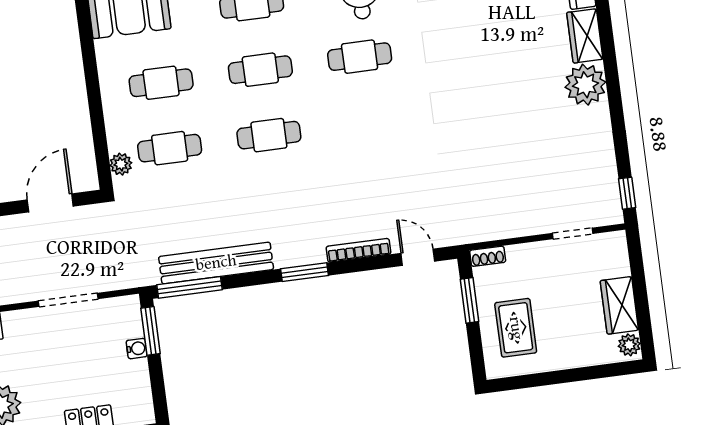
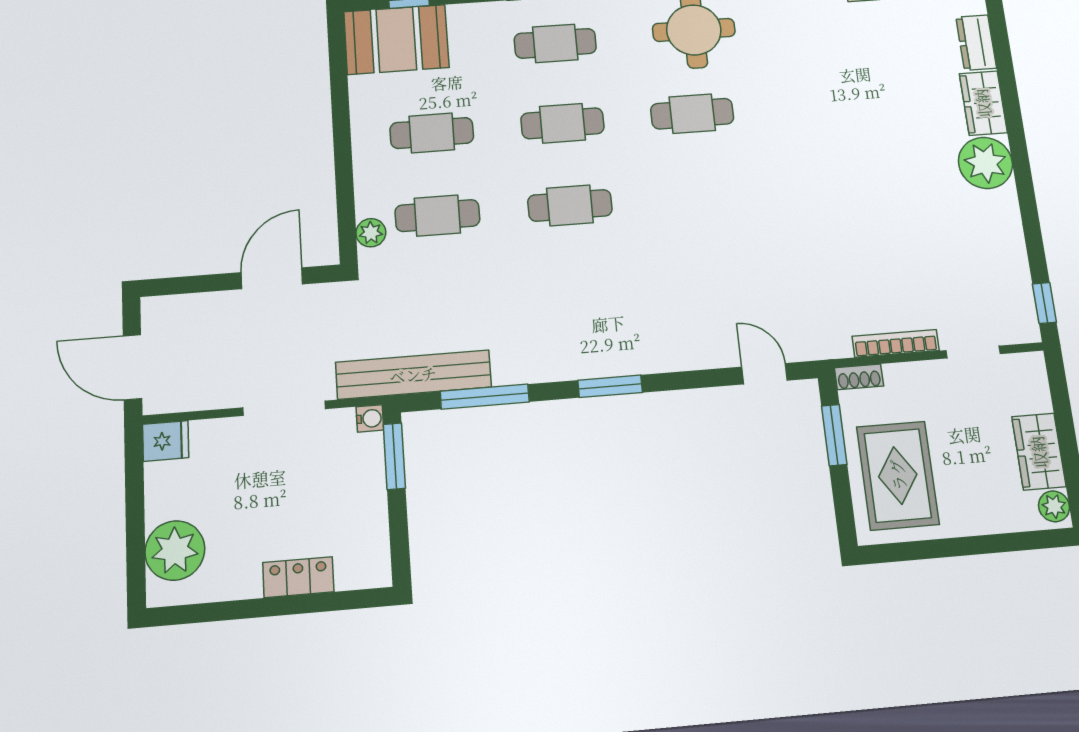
bookcase: (358, 250) -> (896, 343), moved
bench: (216, 263) -> (413, 375), moved
window: (189, 287) -> (485, 397), moved
rug: (516, 328) -> (898, 475), width x1.36, depth x1.43
water cooler: (137, 349) -> (370, 418), moved

